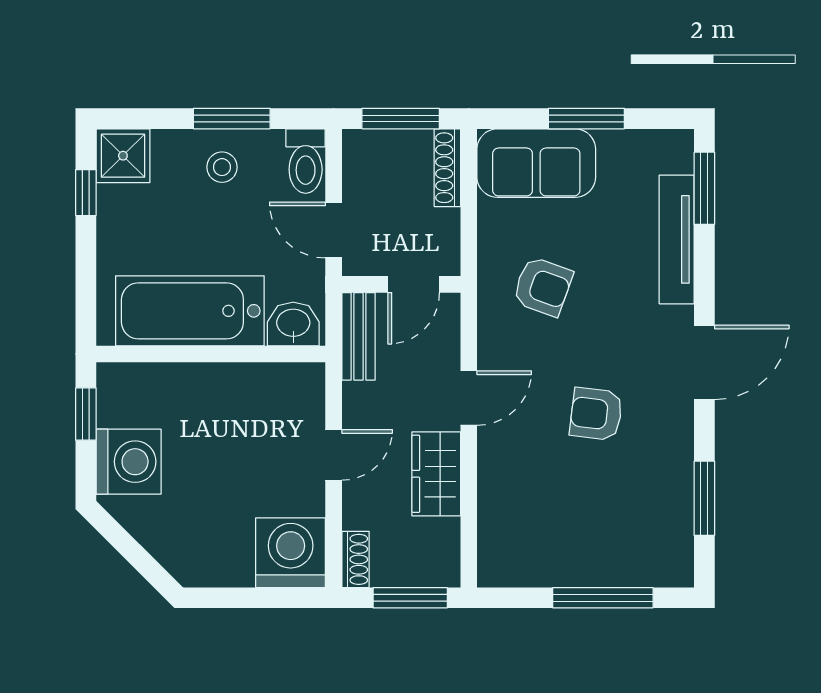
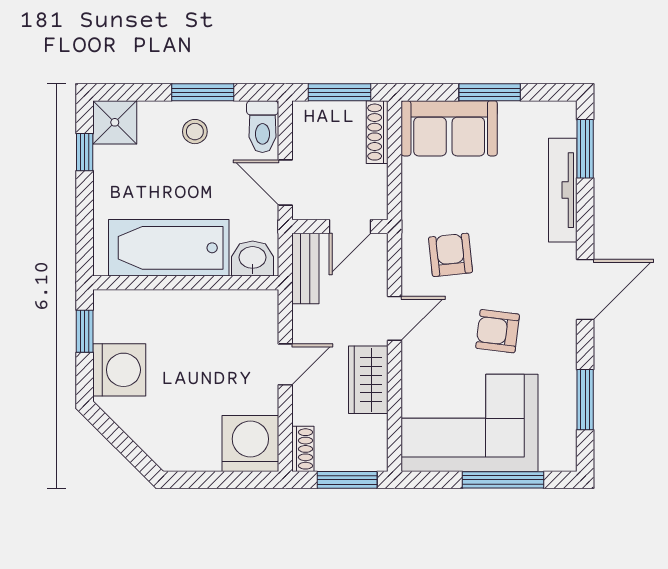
armchair: (543, 286) -> (451, 255), moved, turned -116
corner sofa: (561, 527) -> (469, 423), added

